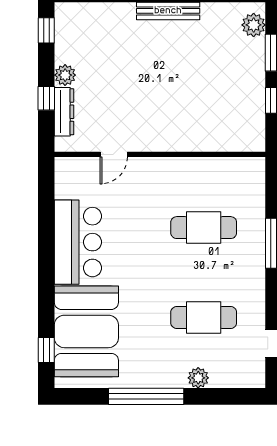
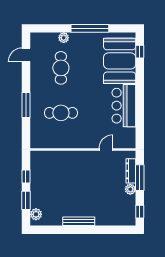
window: (46, 98) -> (140, 178), width x2.17
cafe table: (204, 318) -> (61, 68), turned 90

